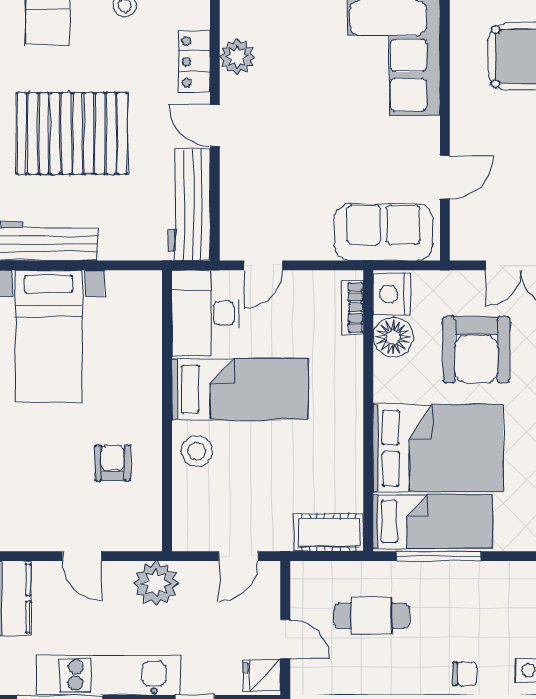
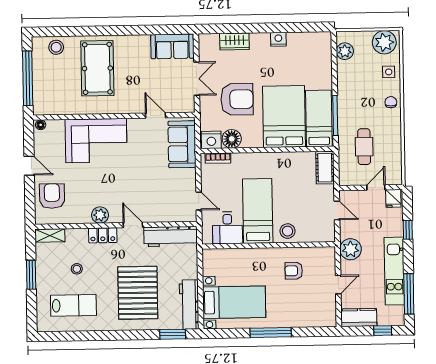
door: (215, 126) -> (133, 225), swing flipped
desk: (206, 313) -> (227, 228), width x0.73

